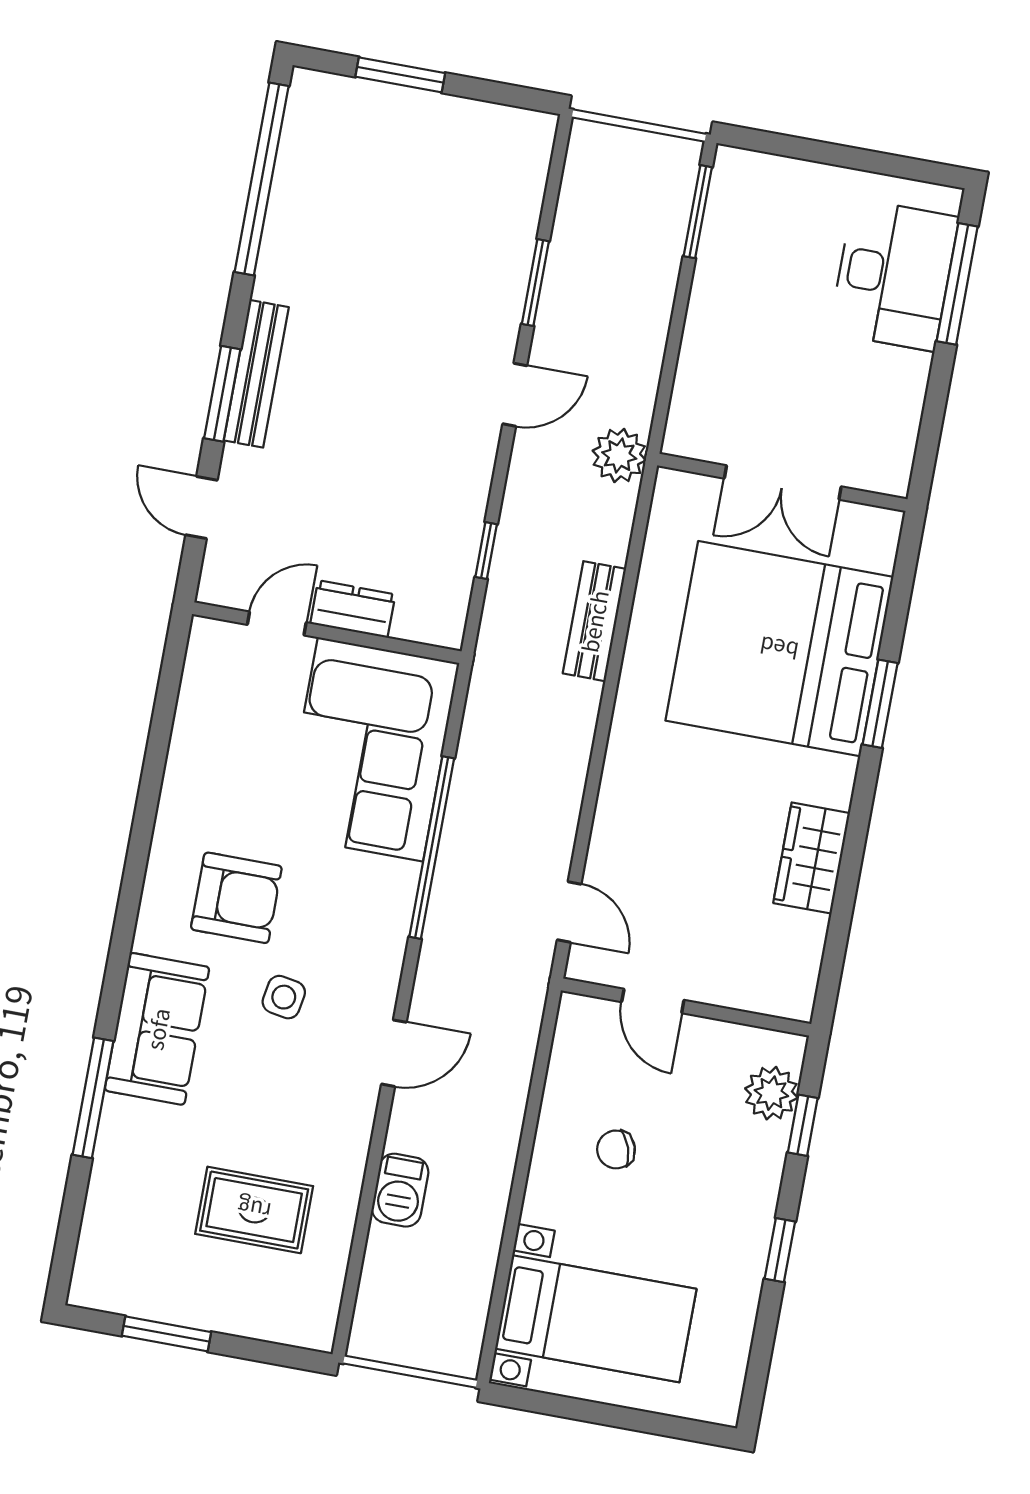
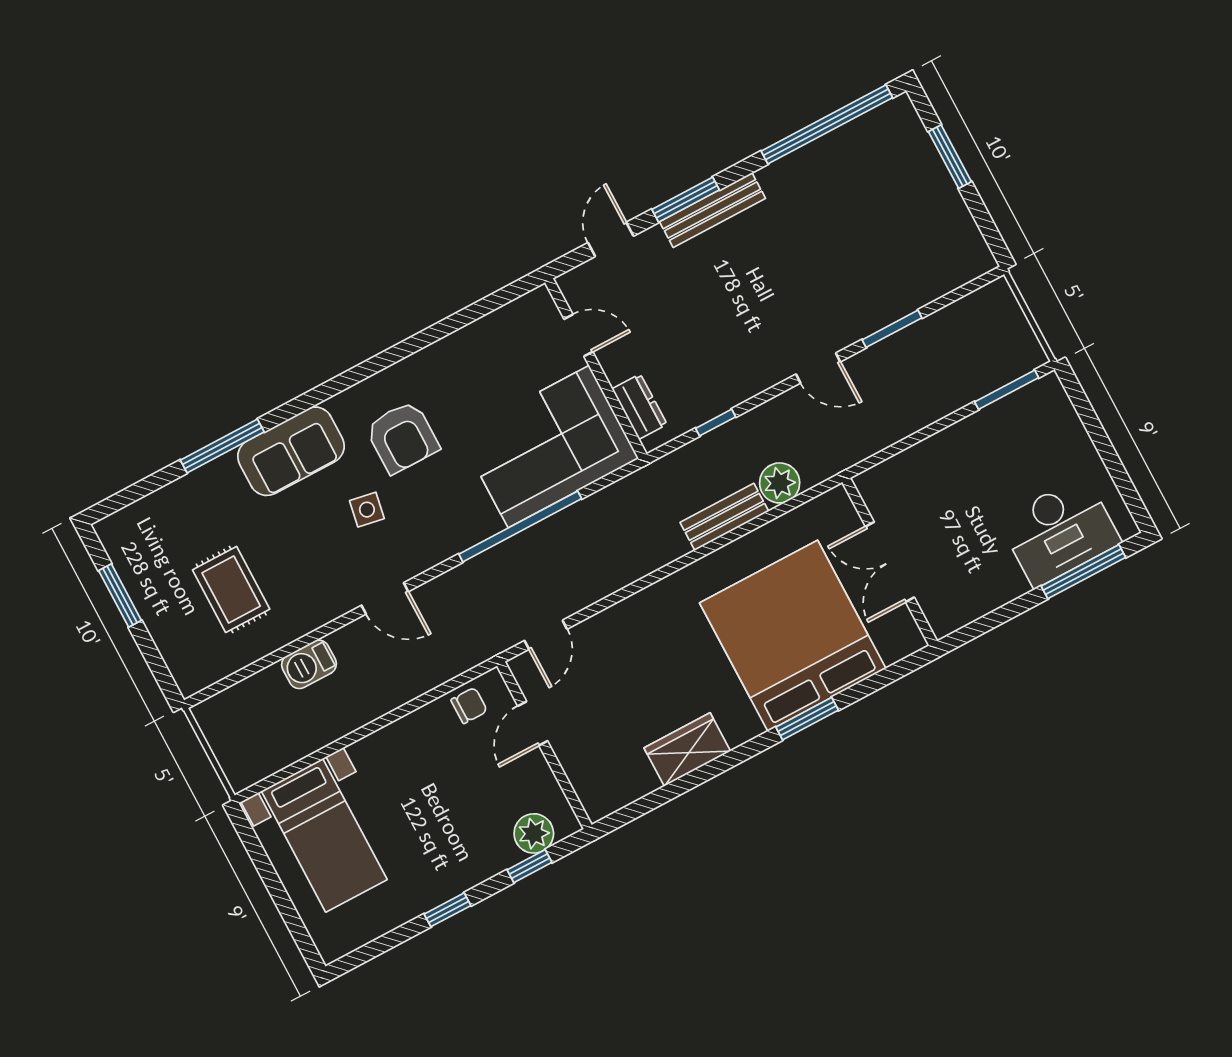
plant: (619, 456) -> (780, 483), moved
dresser: (353, 609) -> (639, 407), moved
chair: (616, 1149) -> (469, 705), moved, turned 109

